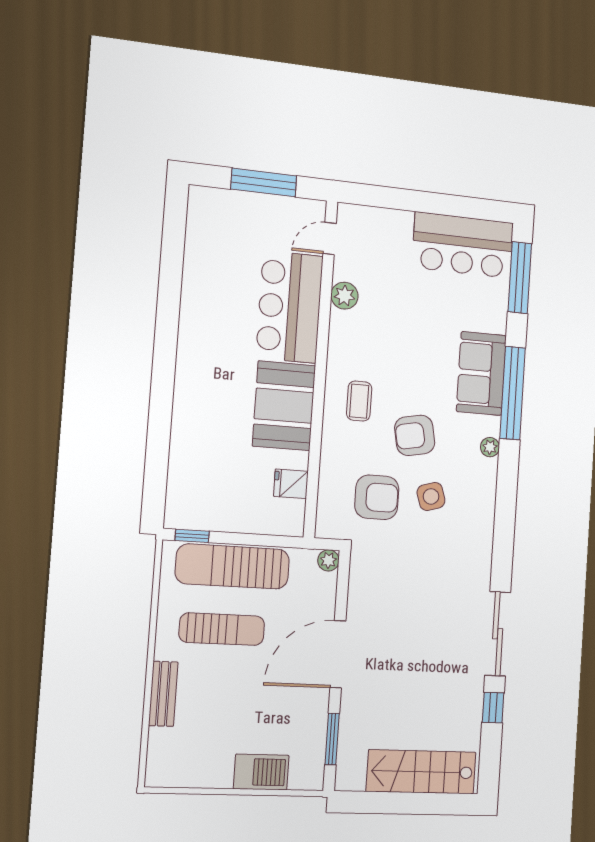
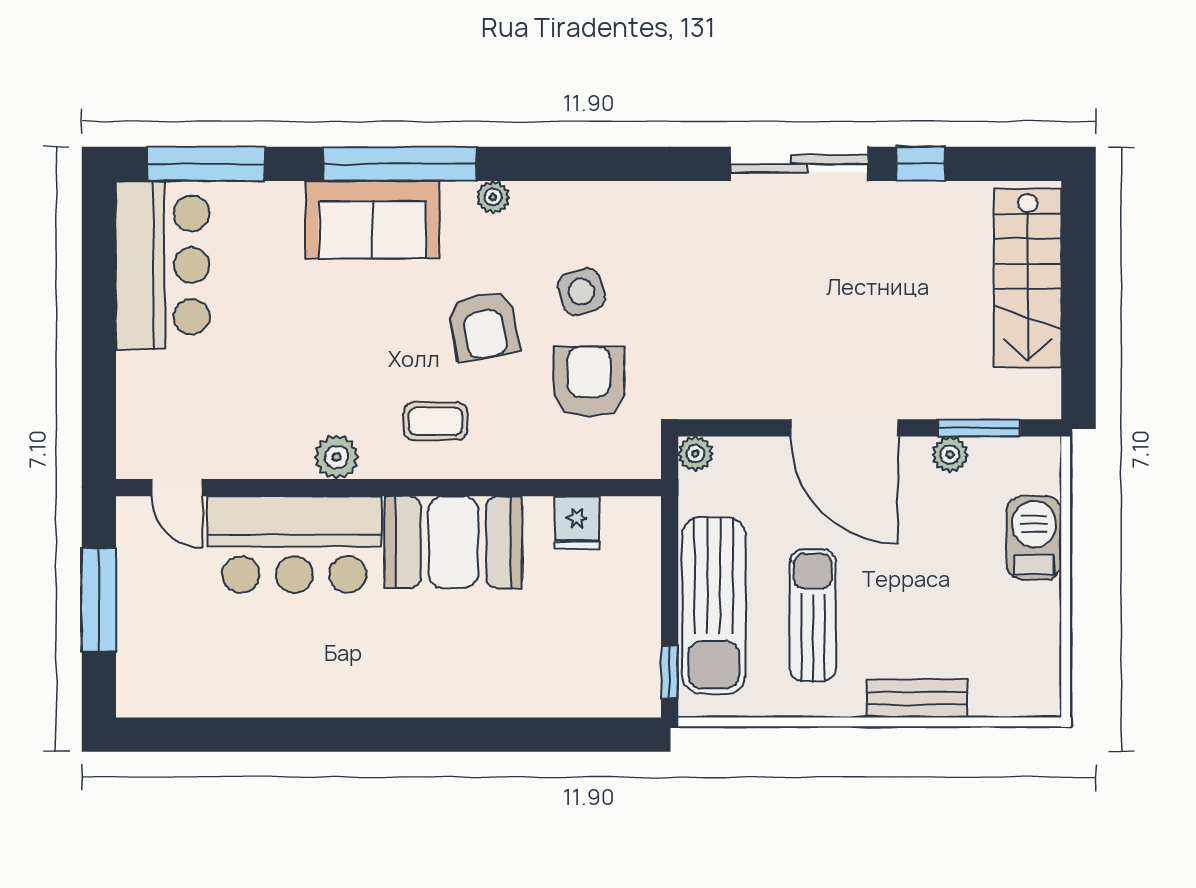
plant: (344, 296) -> (337, 457), moved
plant: (317, 720) -> (950, 455), added

